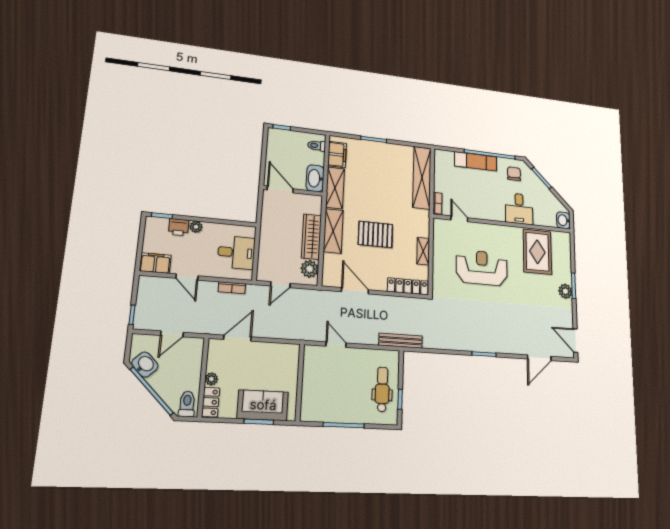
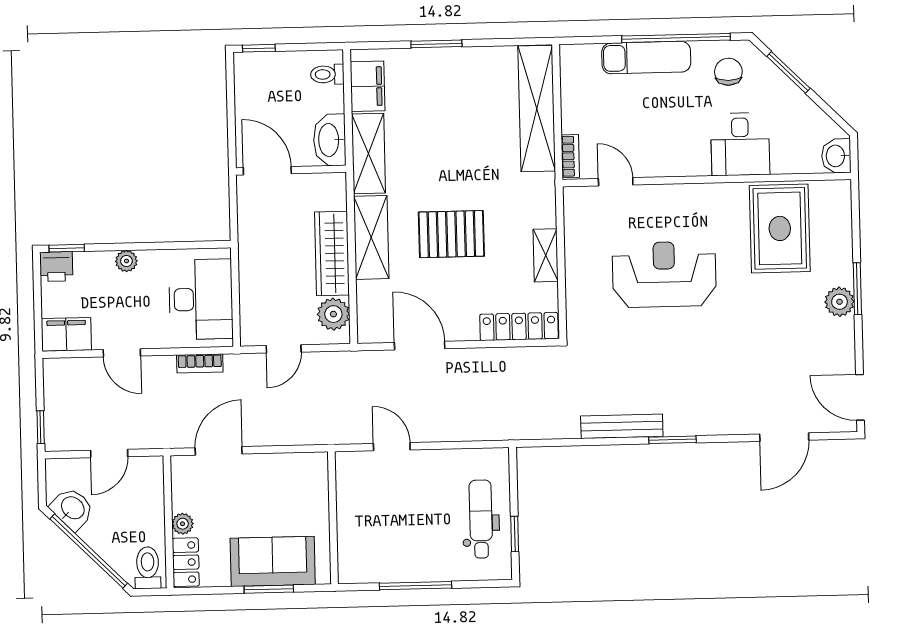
printer: (179, 227) -> (56, 267), moved
desk: (236, 253) -> (201, 299), width x1.37
bench: (401, 341) -> (622, 426), moved

